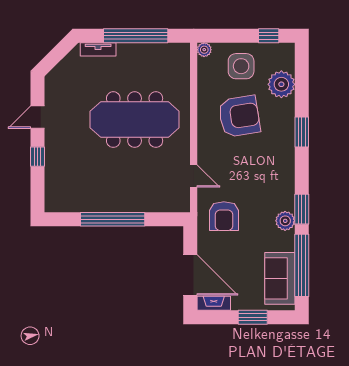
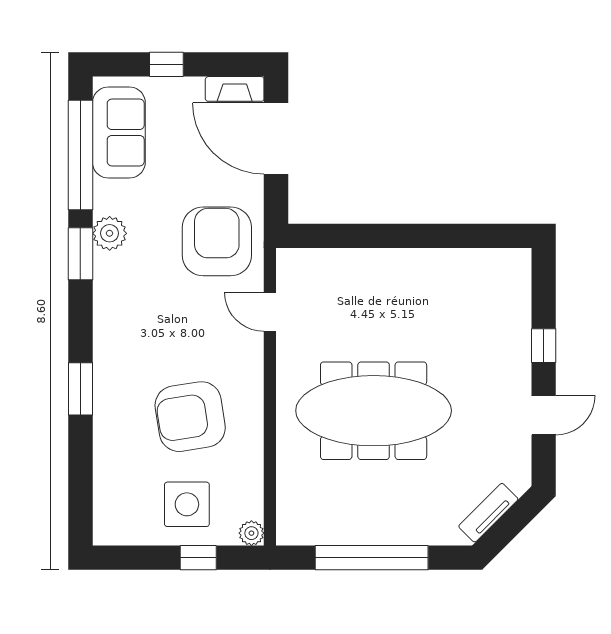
window: (269, 36) -> (198, 558), moved
tv unit: (98, 49) -> (488, 513), moved, turned -45
plant: (281, 84) -> (116, 473), removed
armchair: (224, 216) -> (217, 241), width x1.36, depth x1.36
window: (113, 219) -> (412, 236), removed
window: (253, 317) -> (166, 64), width x0.67

